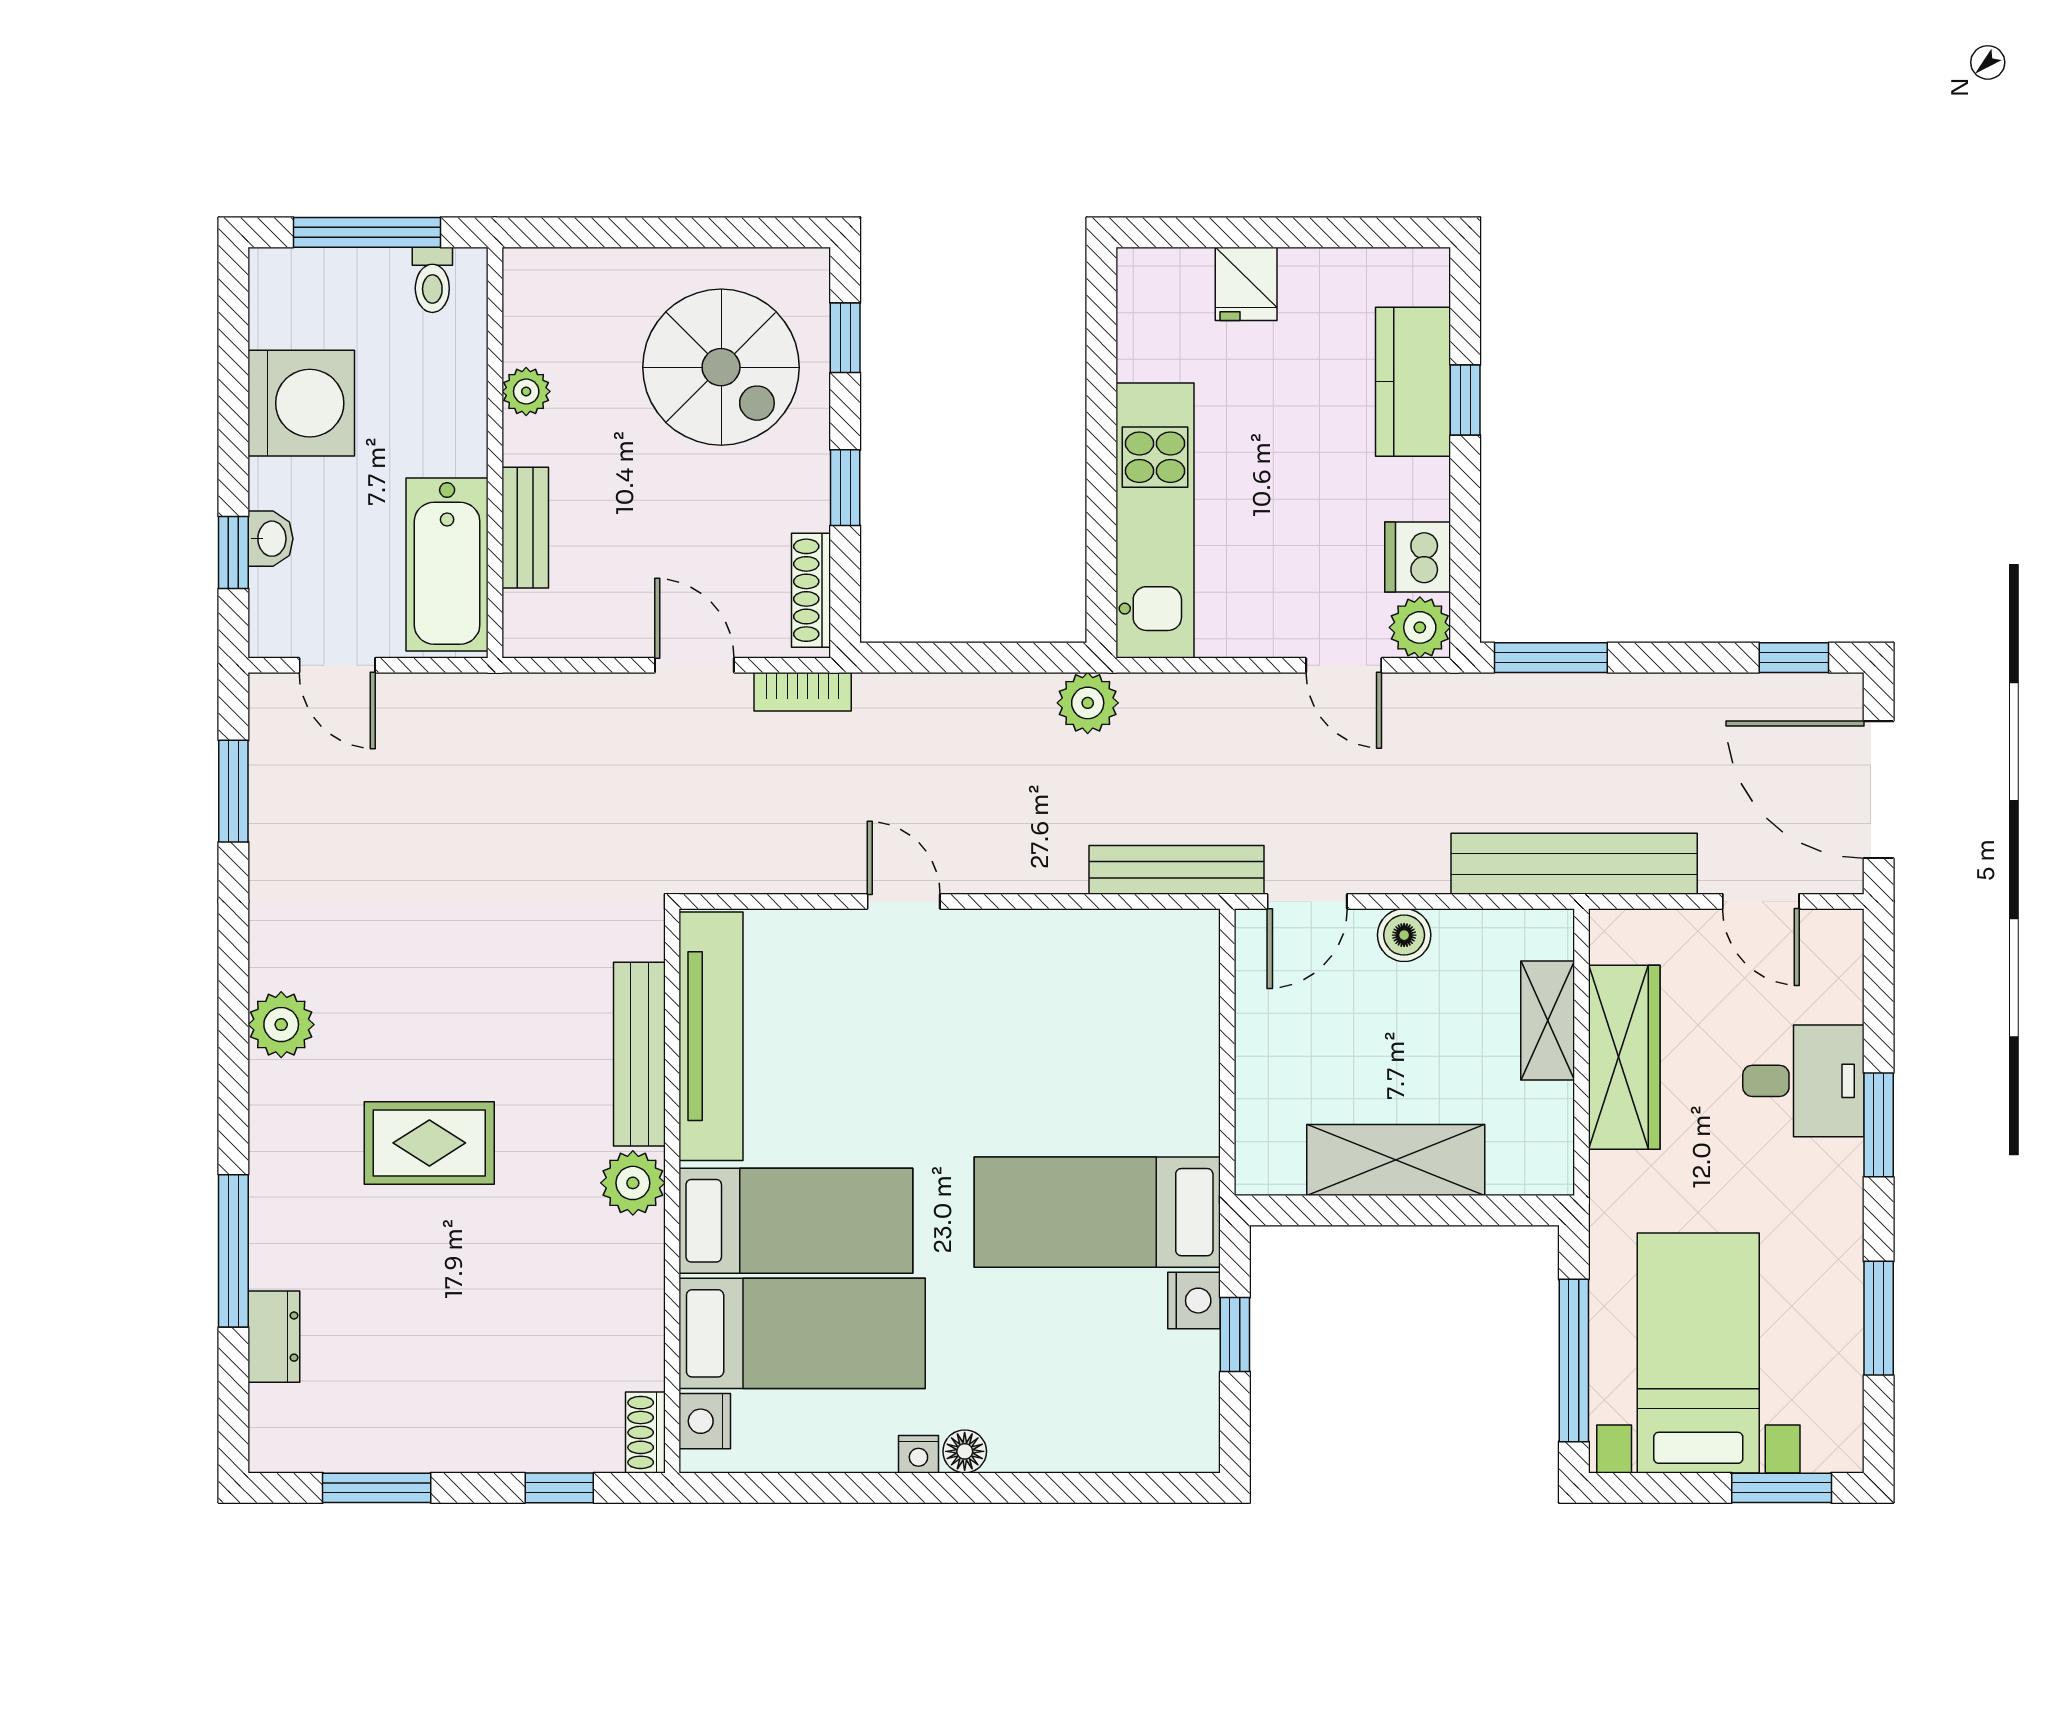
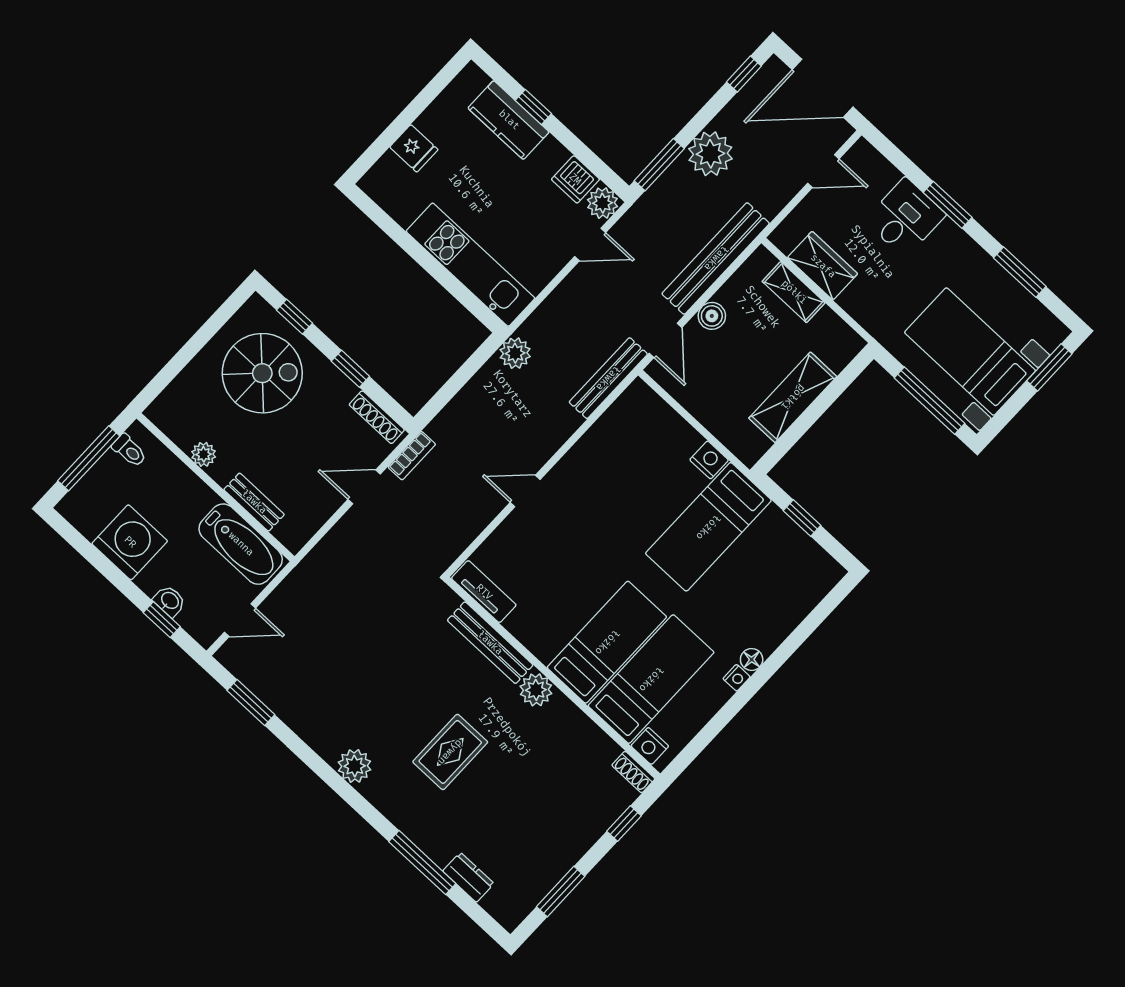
plant: (1635, 716) -> (710, 154), added
bench: (1574, 864) -> (716, 258), moved
tv unit: (711, 1036) -> (484, 592), width x0.52, depth x0.78
wardrobe: (1624, 1057) -> (823, 266), width x0.67
nightstand: (1194, 1301) -> (709, 460), moved

